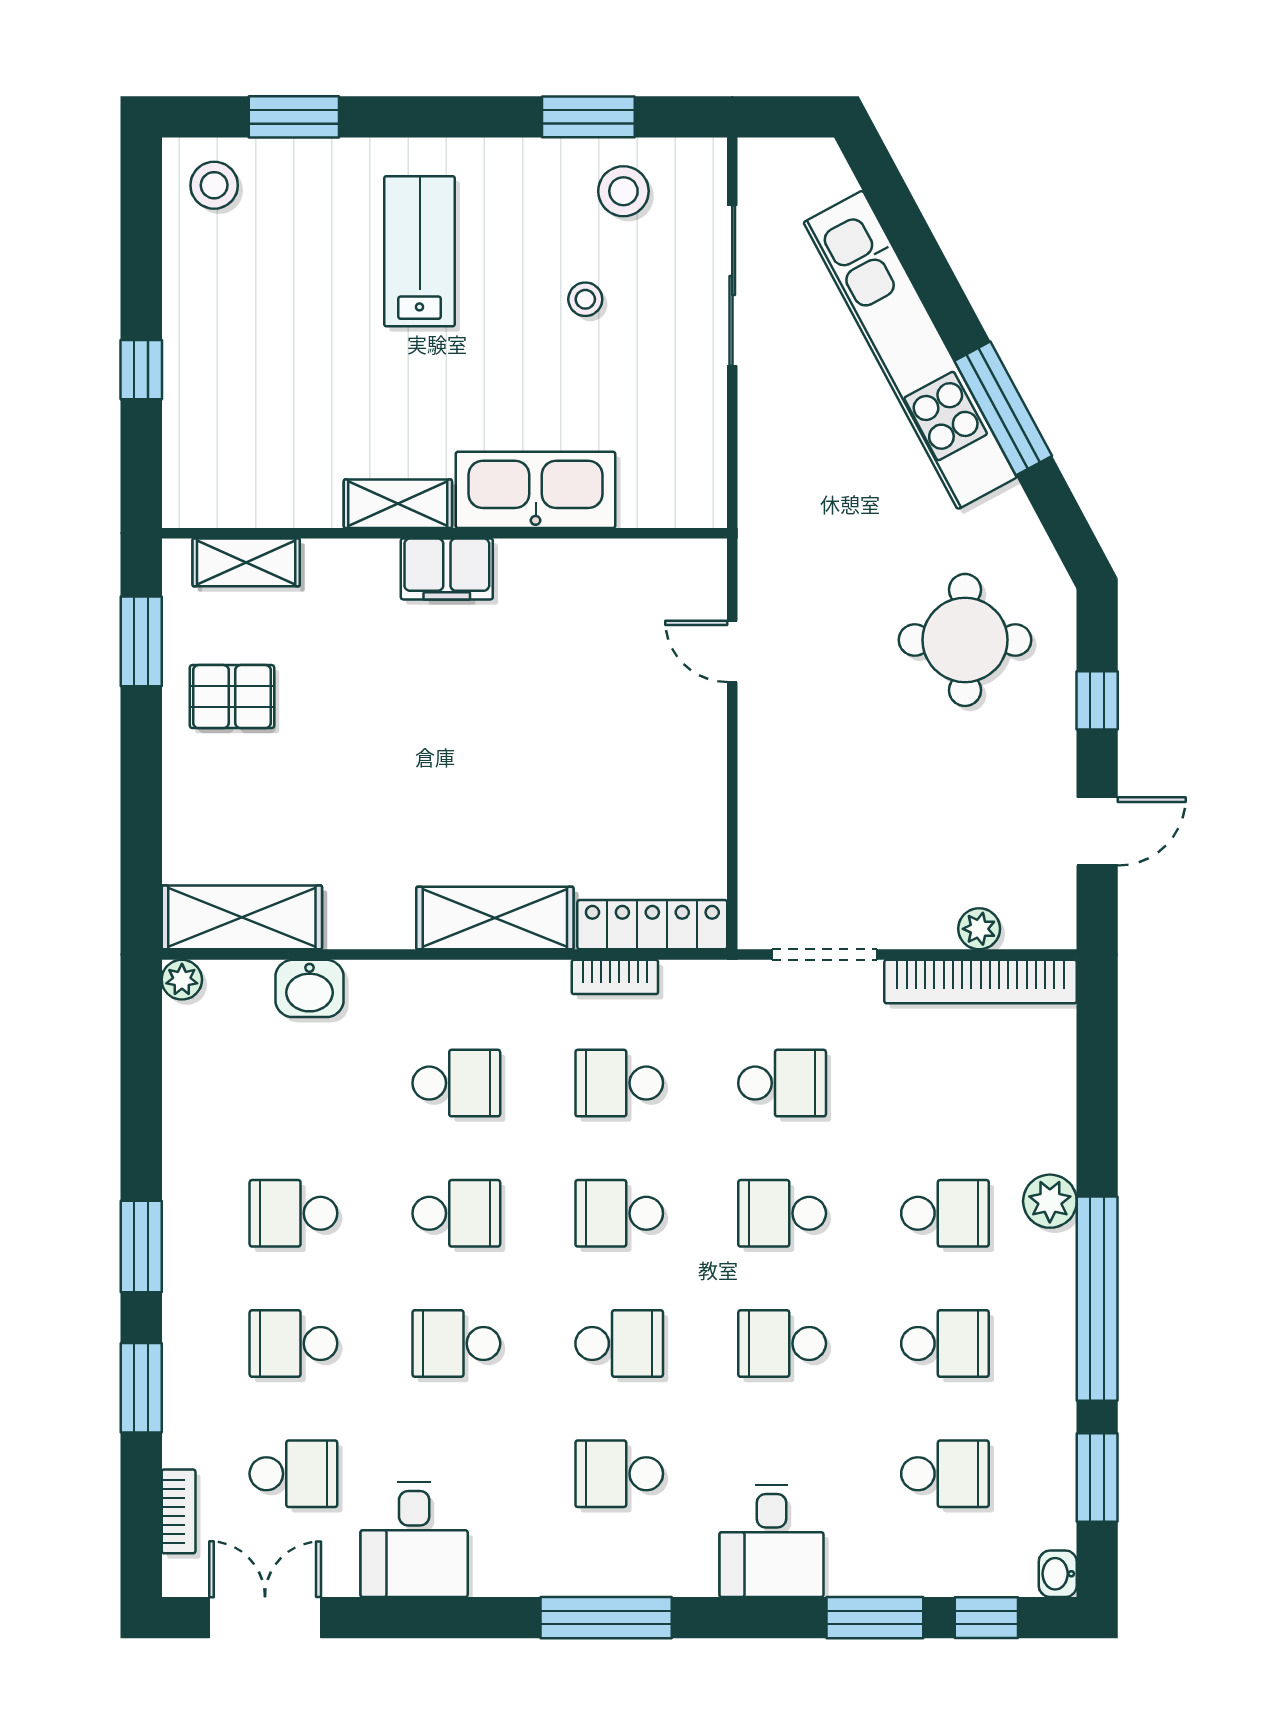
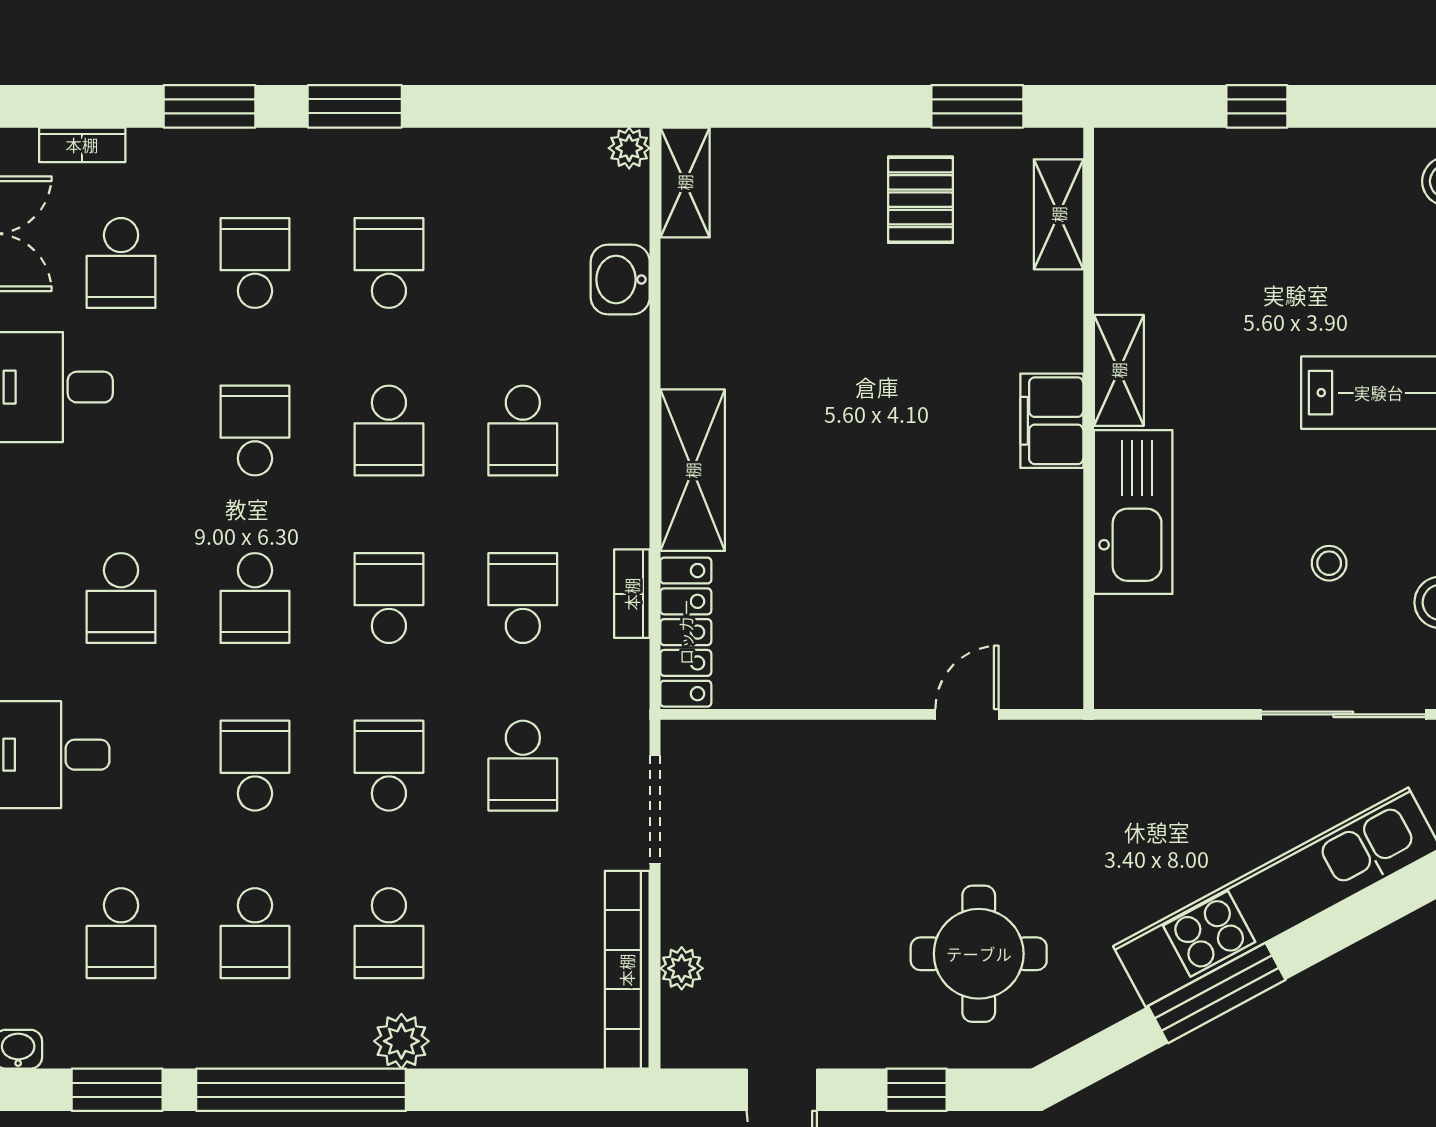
shelving: (242, 917) -> (685, 182), width x0.67, depth x0.75
school desk: (619, 1474) -> (121, 598), turned 180

